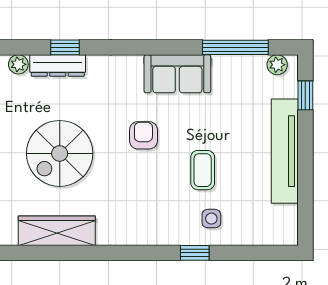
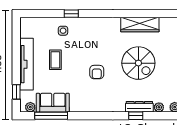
sofa: (177, 74) -> (53, 103), moved
spiral stairs: (60, 153) -> (138, 63), turned 90
coffee table: (203, 170) -> (55, 60), moved

